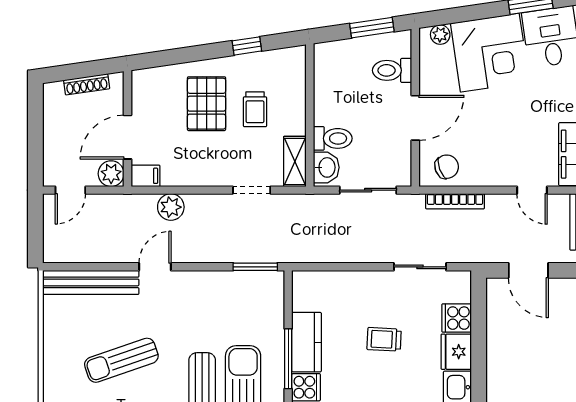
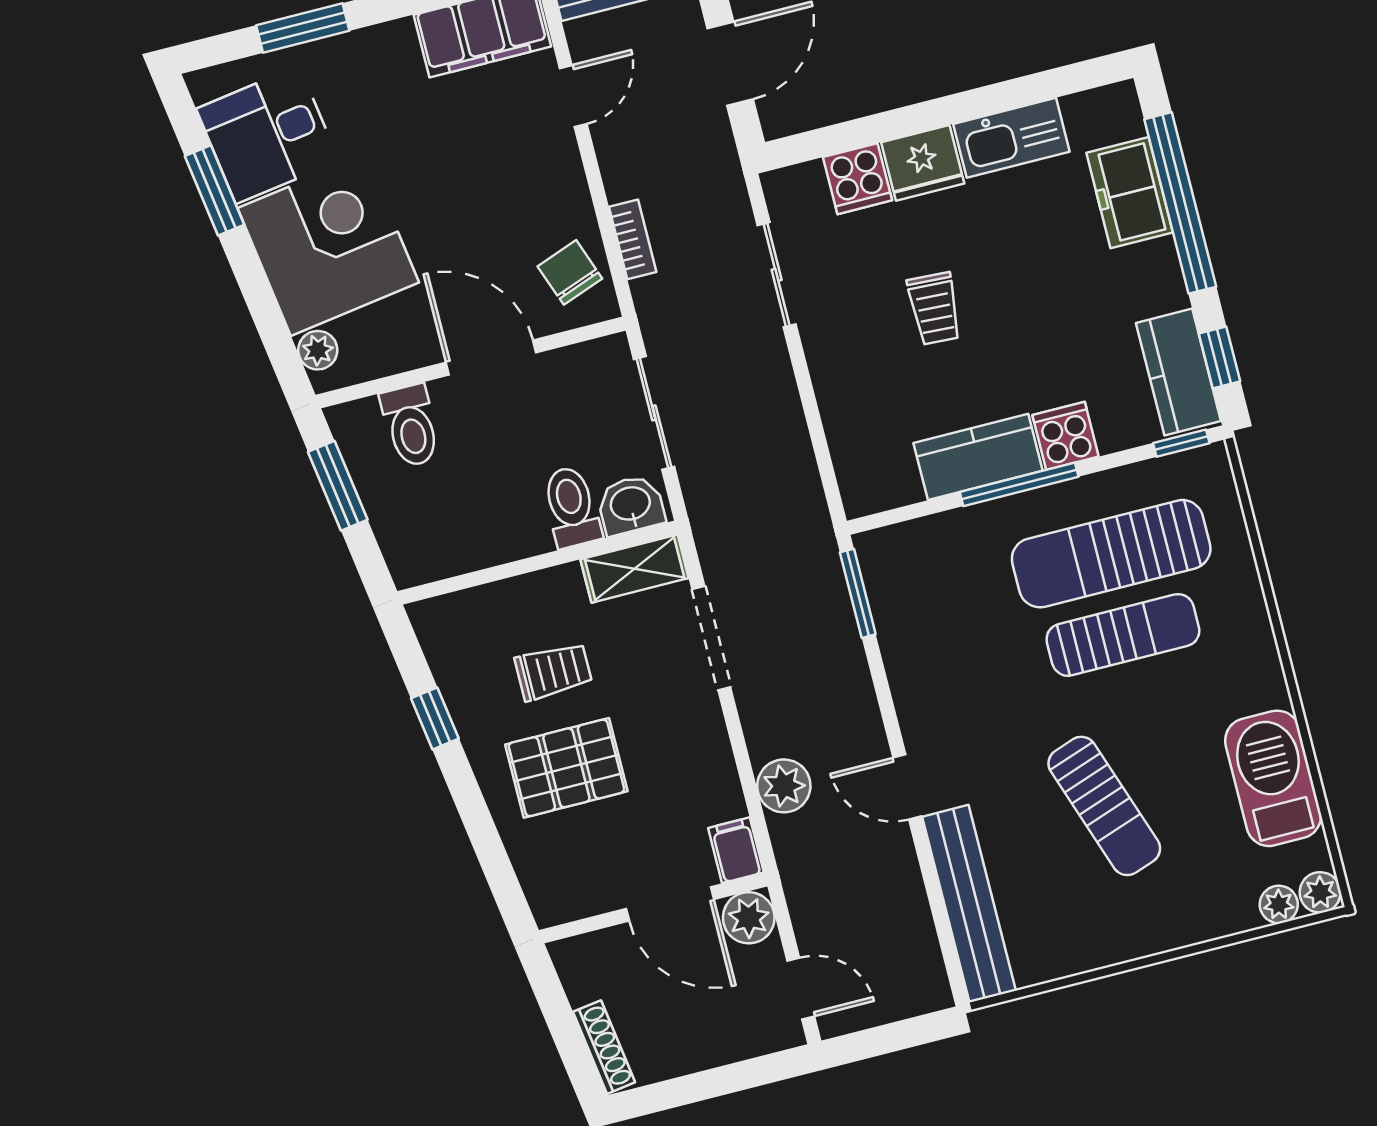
shoe rack: (87, 84) -> (604, 1047), moved
doorway: (252, 190) -> (711, 638), width x1.38
bookcase: (455, 201) -> (633, 239), width x0.64

